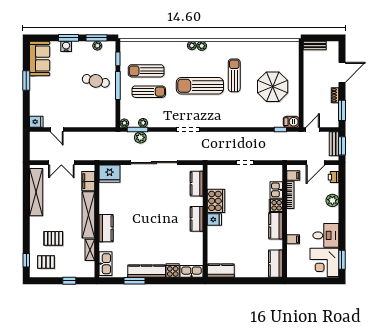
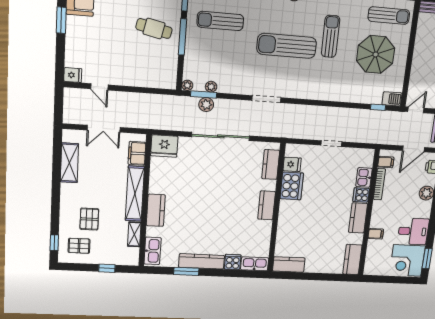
sun lounger: (149, 92) -> (389, 16), moved
shelving: (36, 192) -> (69, 163), width x0.68
fridge: (214, 219) -> (292, 164), moved
pallet: (53, 238) -> (89, 219), turned 90

